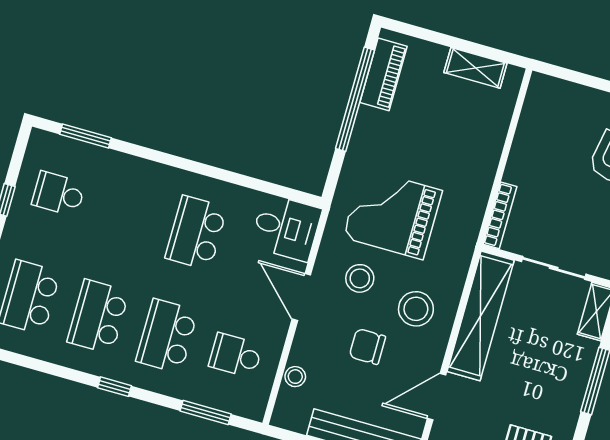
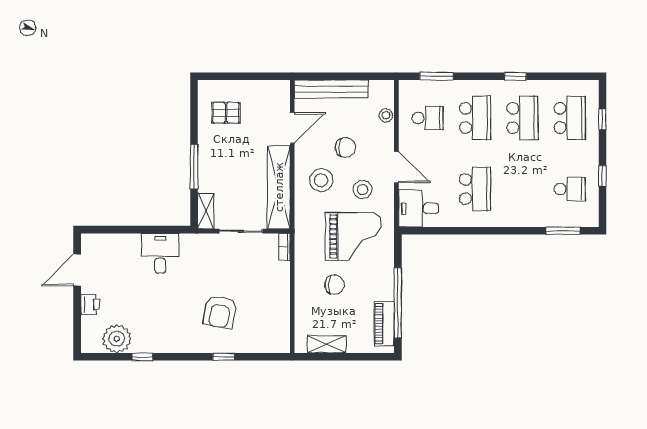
chair: (440, 152) -> (334, 285), added
bookcase: (500, 215) -> (285, 247), width x0.64
window: (115, 387) -> (515, 76), moved

